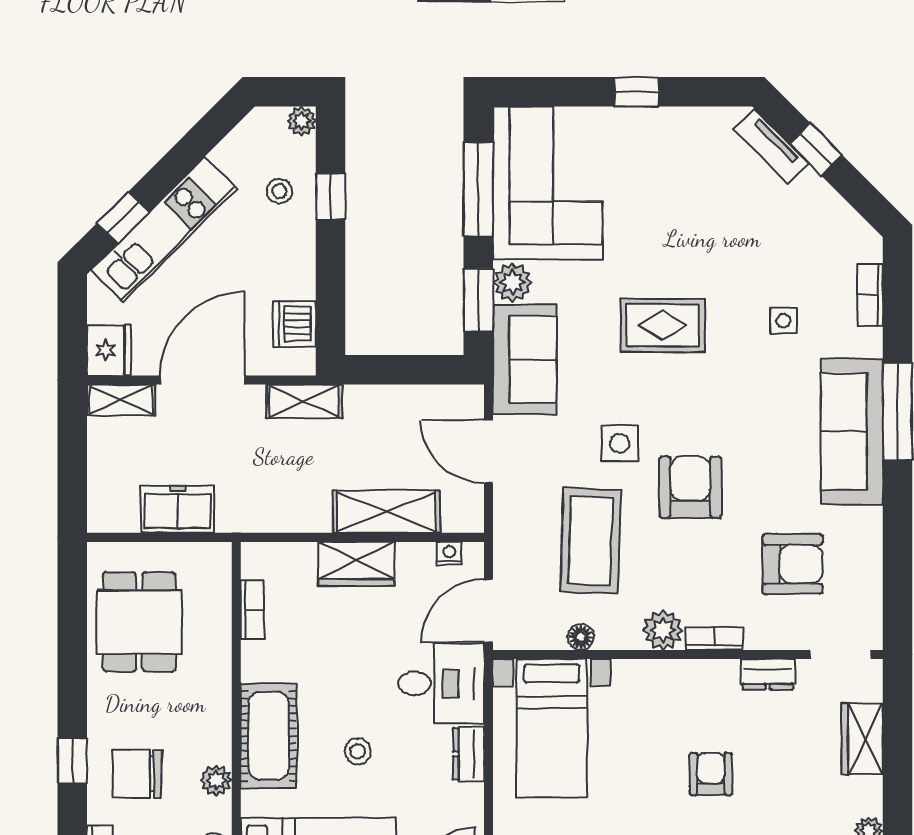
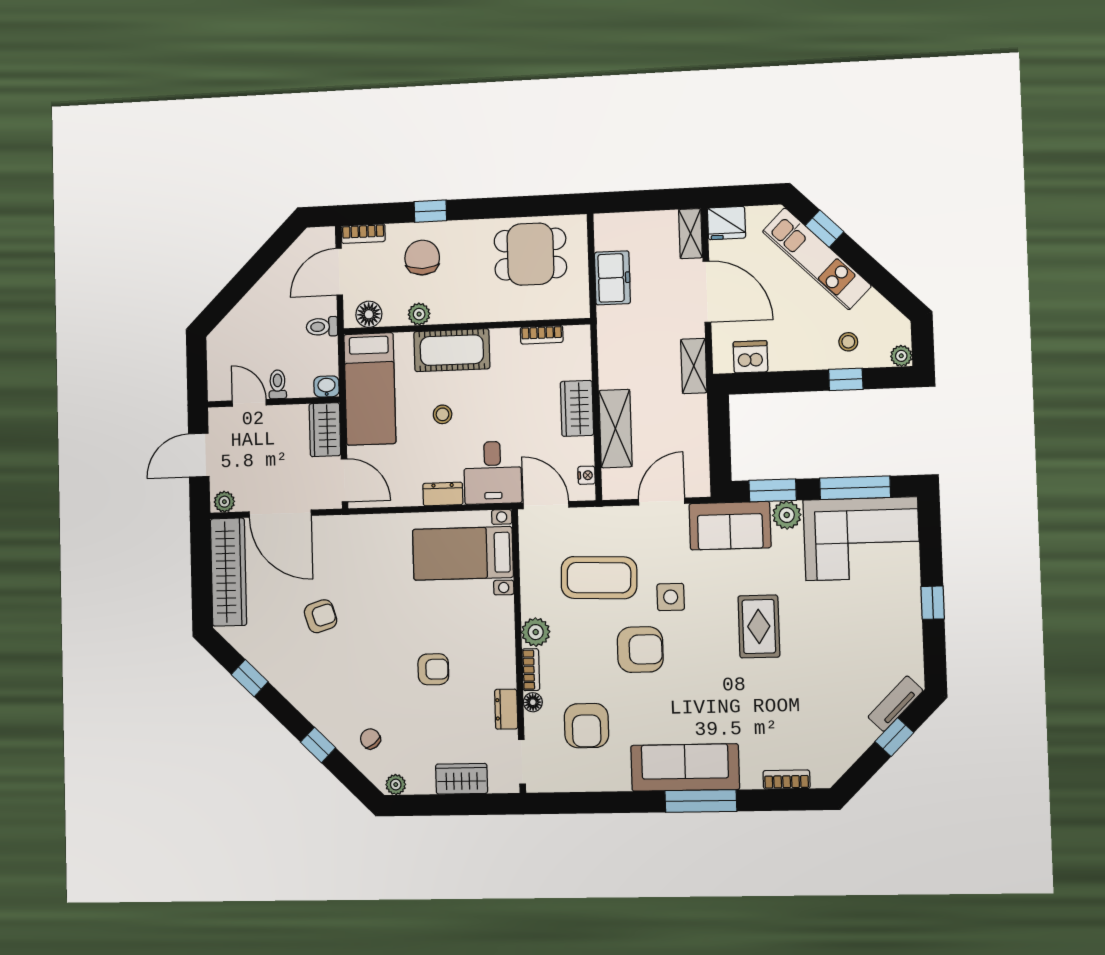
side table: (783, 321) -> (765, 715), removed
floor lamp: (581, 637) -> (533, 702), moved

